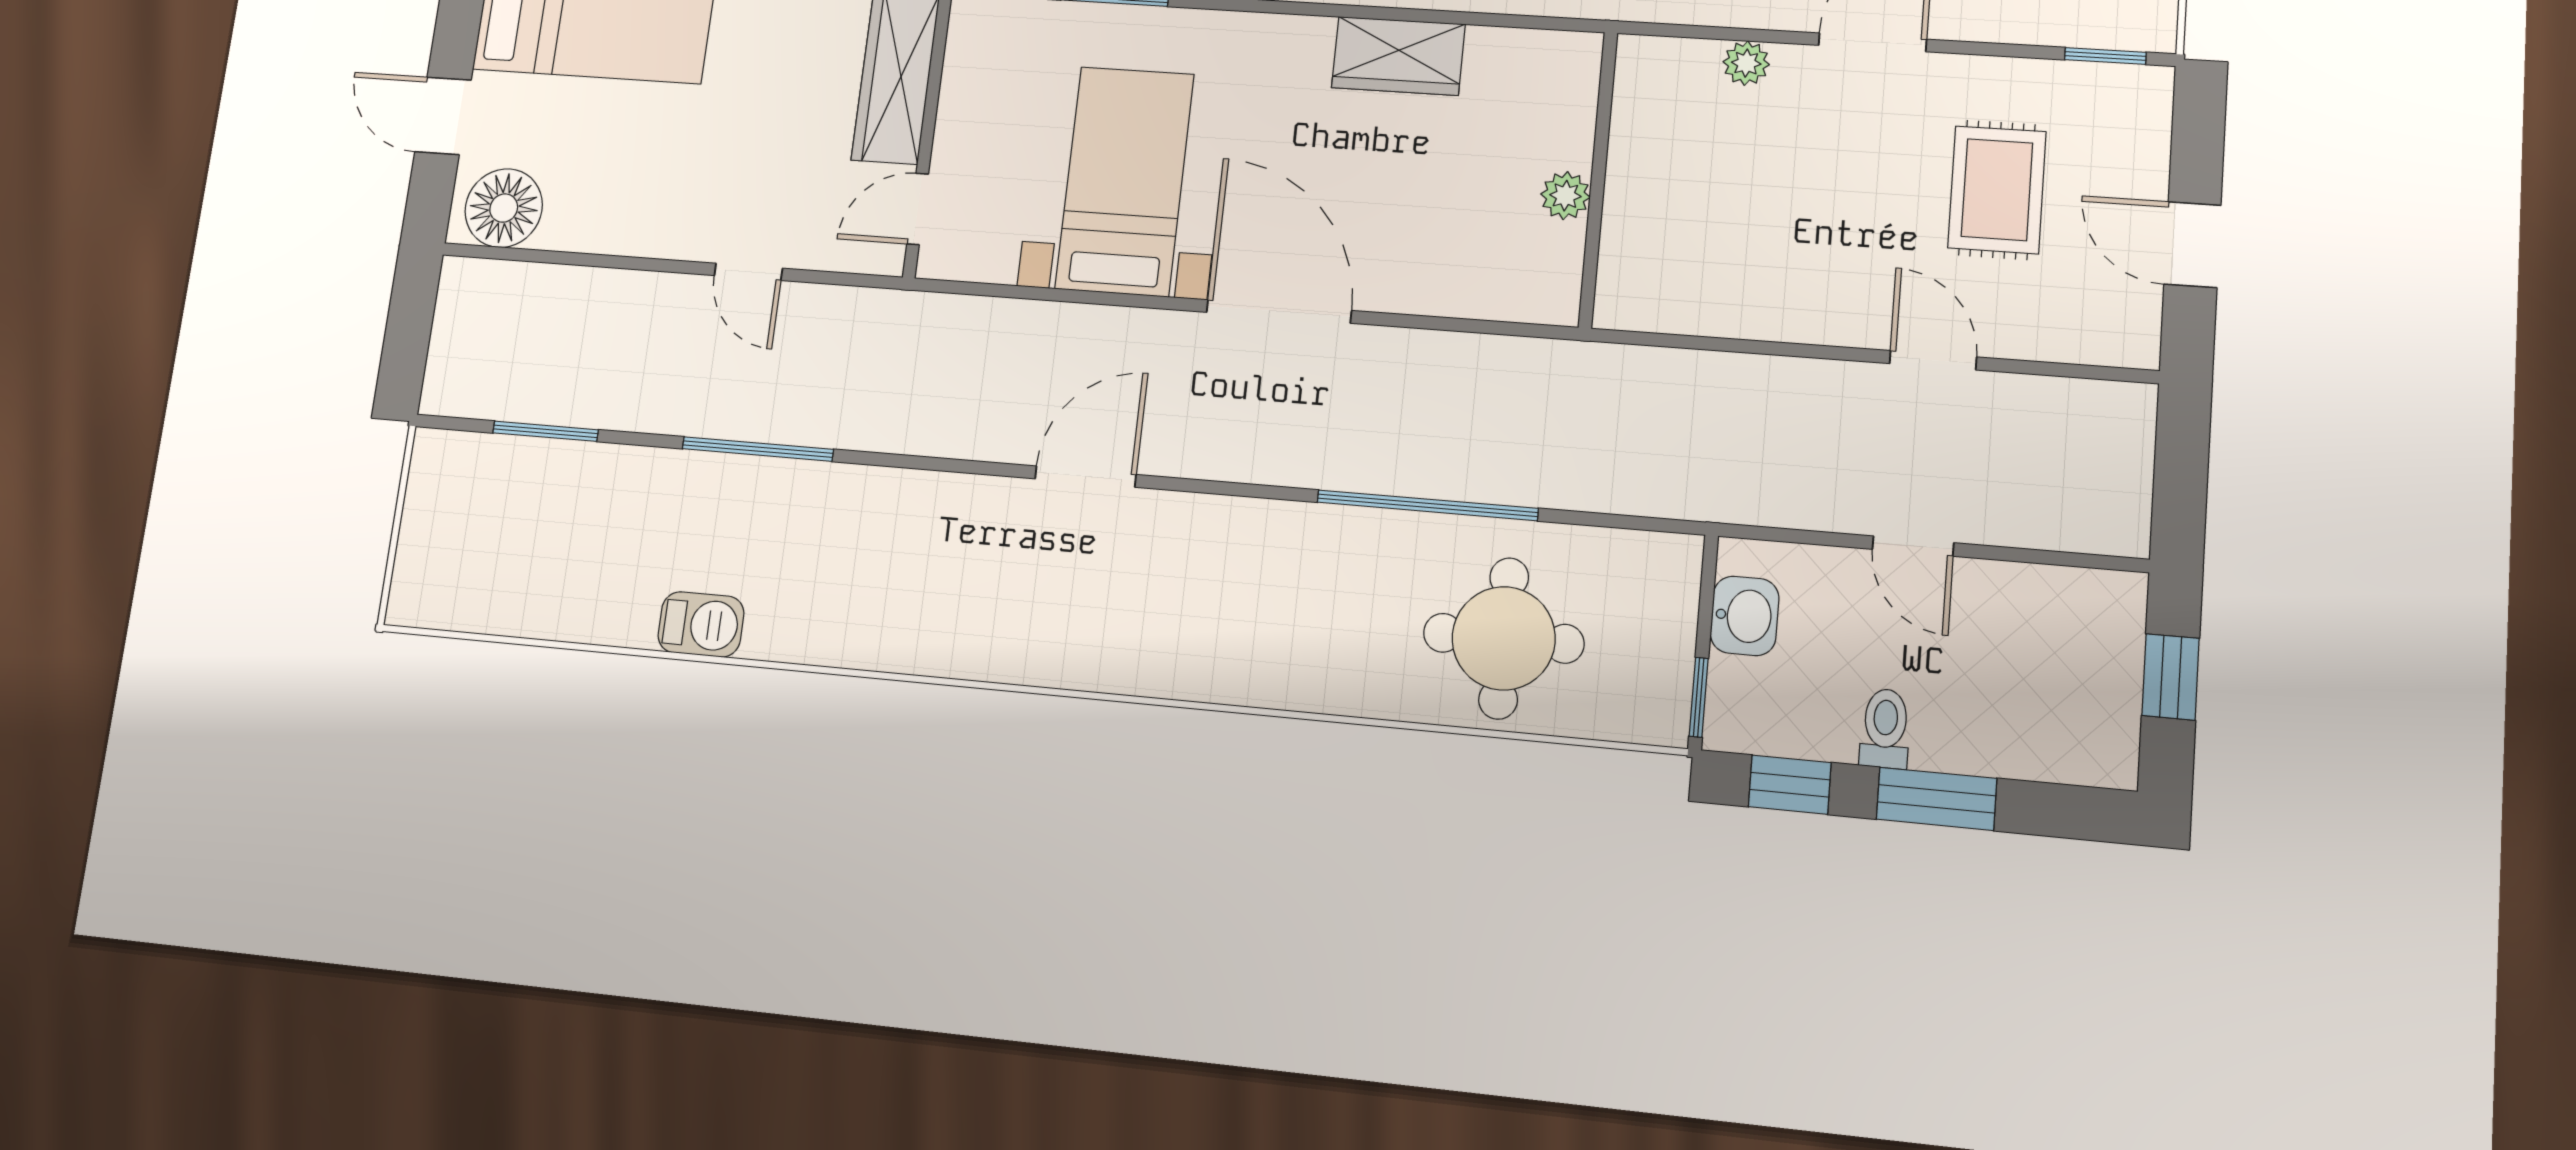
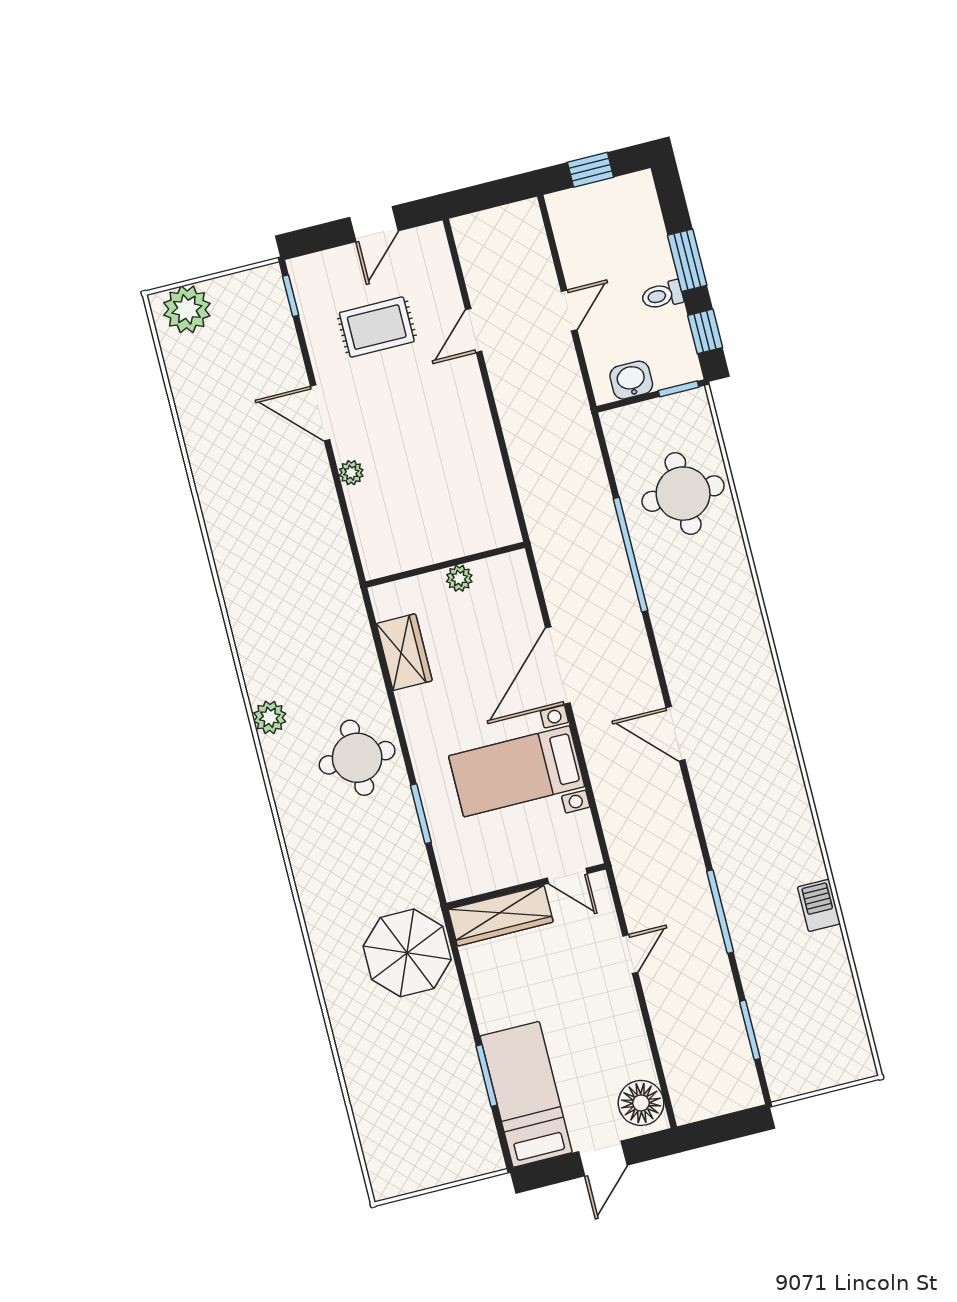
wall: (1598, 179) -> (445, 565), moved
plant: (1565, 196) -> (459, 578), moved

